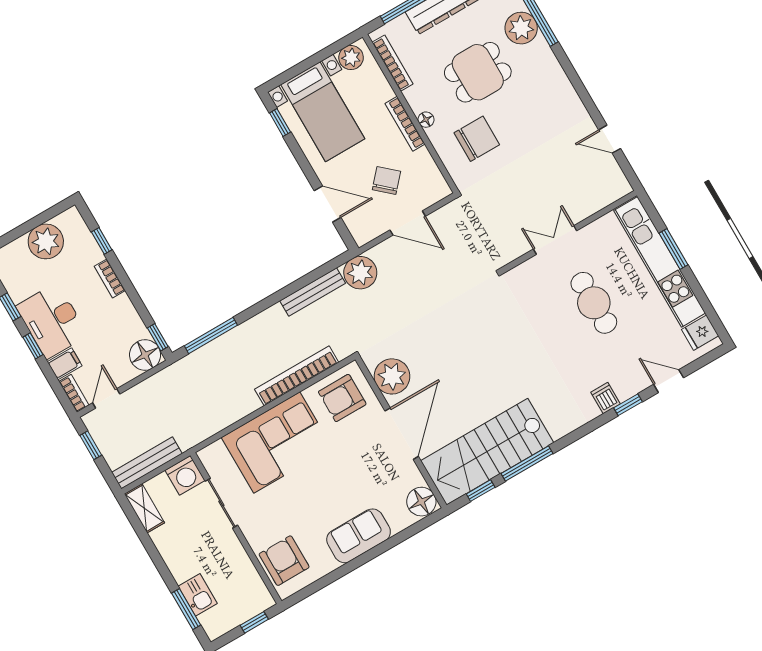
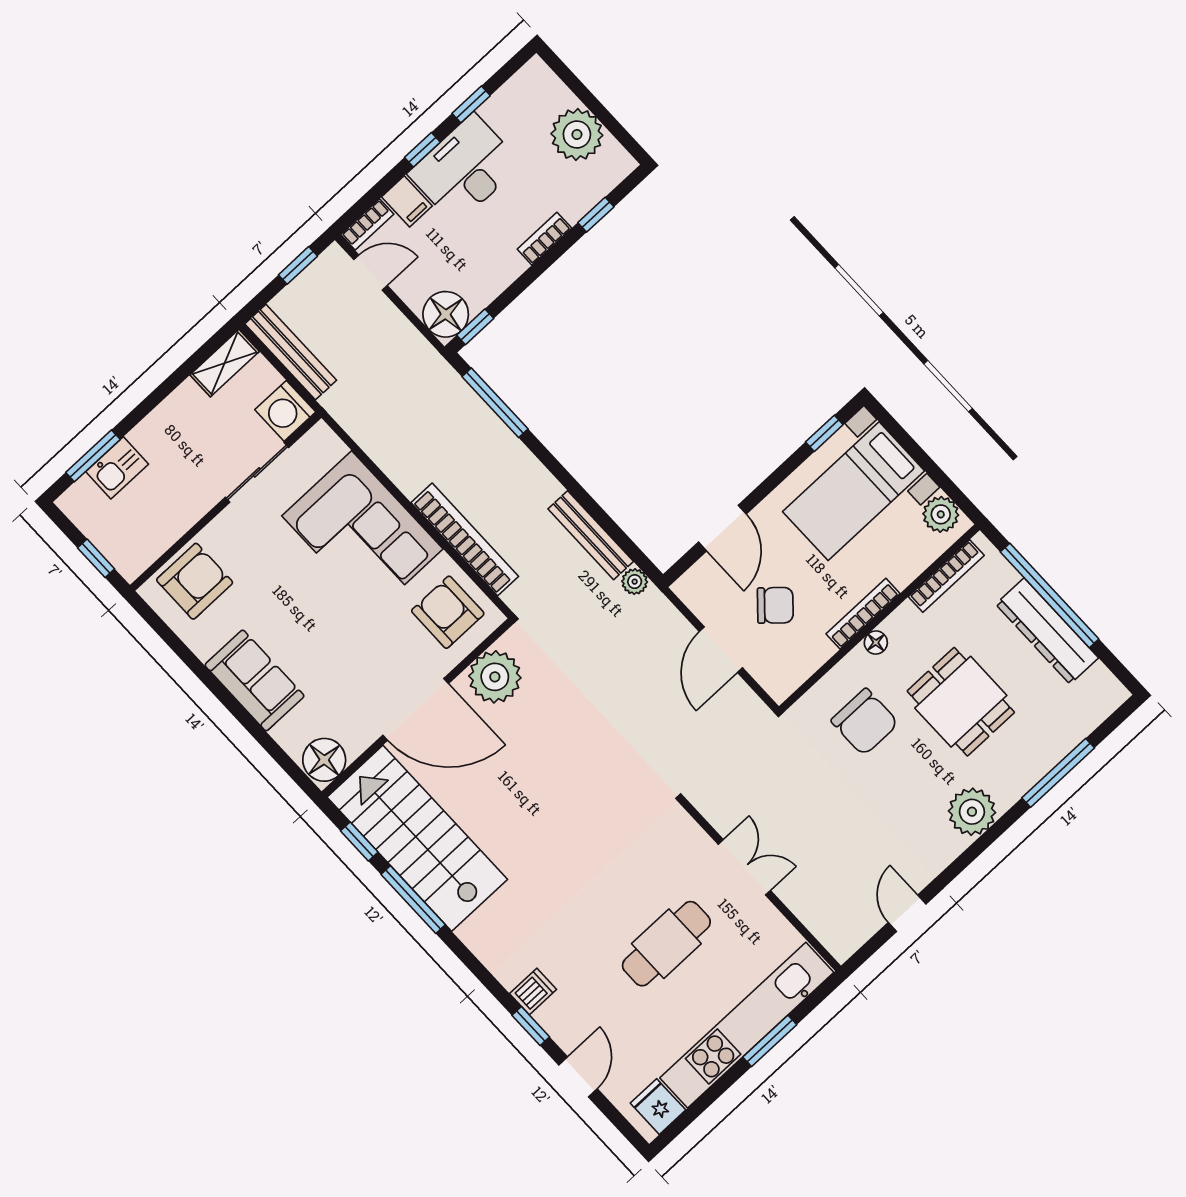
plant: (521, 28) -> (972, 812), moved
plant: (360, 273) -> (635, 582), width x0.53, depth x0.53

